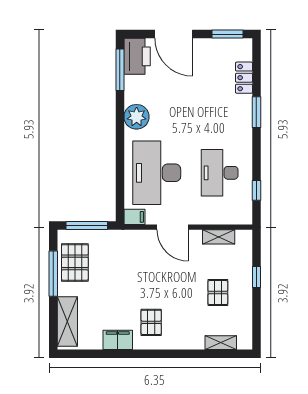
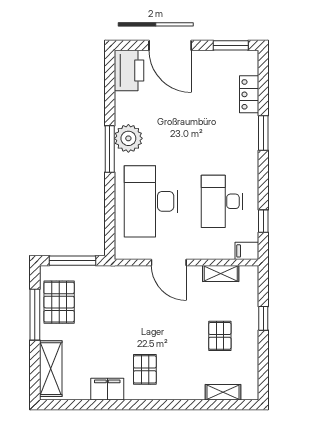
window: (120, 70) -> (110, 149), moved
filing cabinet: (135, 217) -> (247, 251), moved, turned 180

